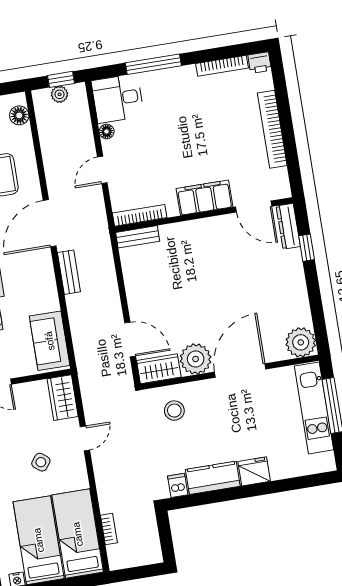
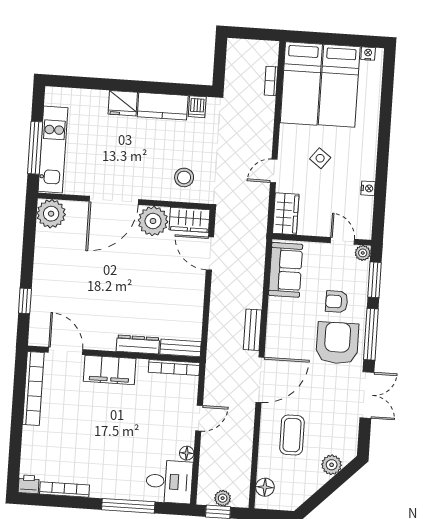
bookcase: (272, 129) -> (33, 389), moved
dresser: (288, 226) -> (138, 344), moved, turned -90

